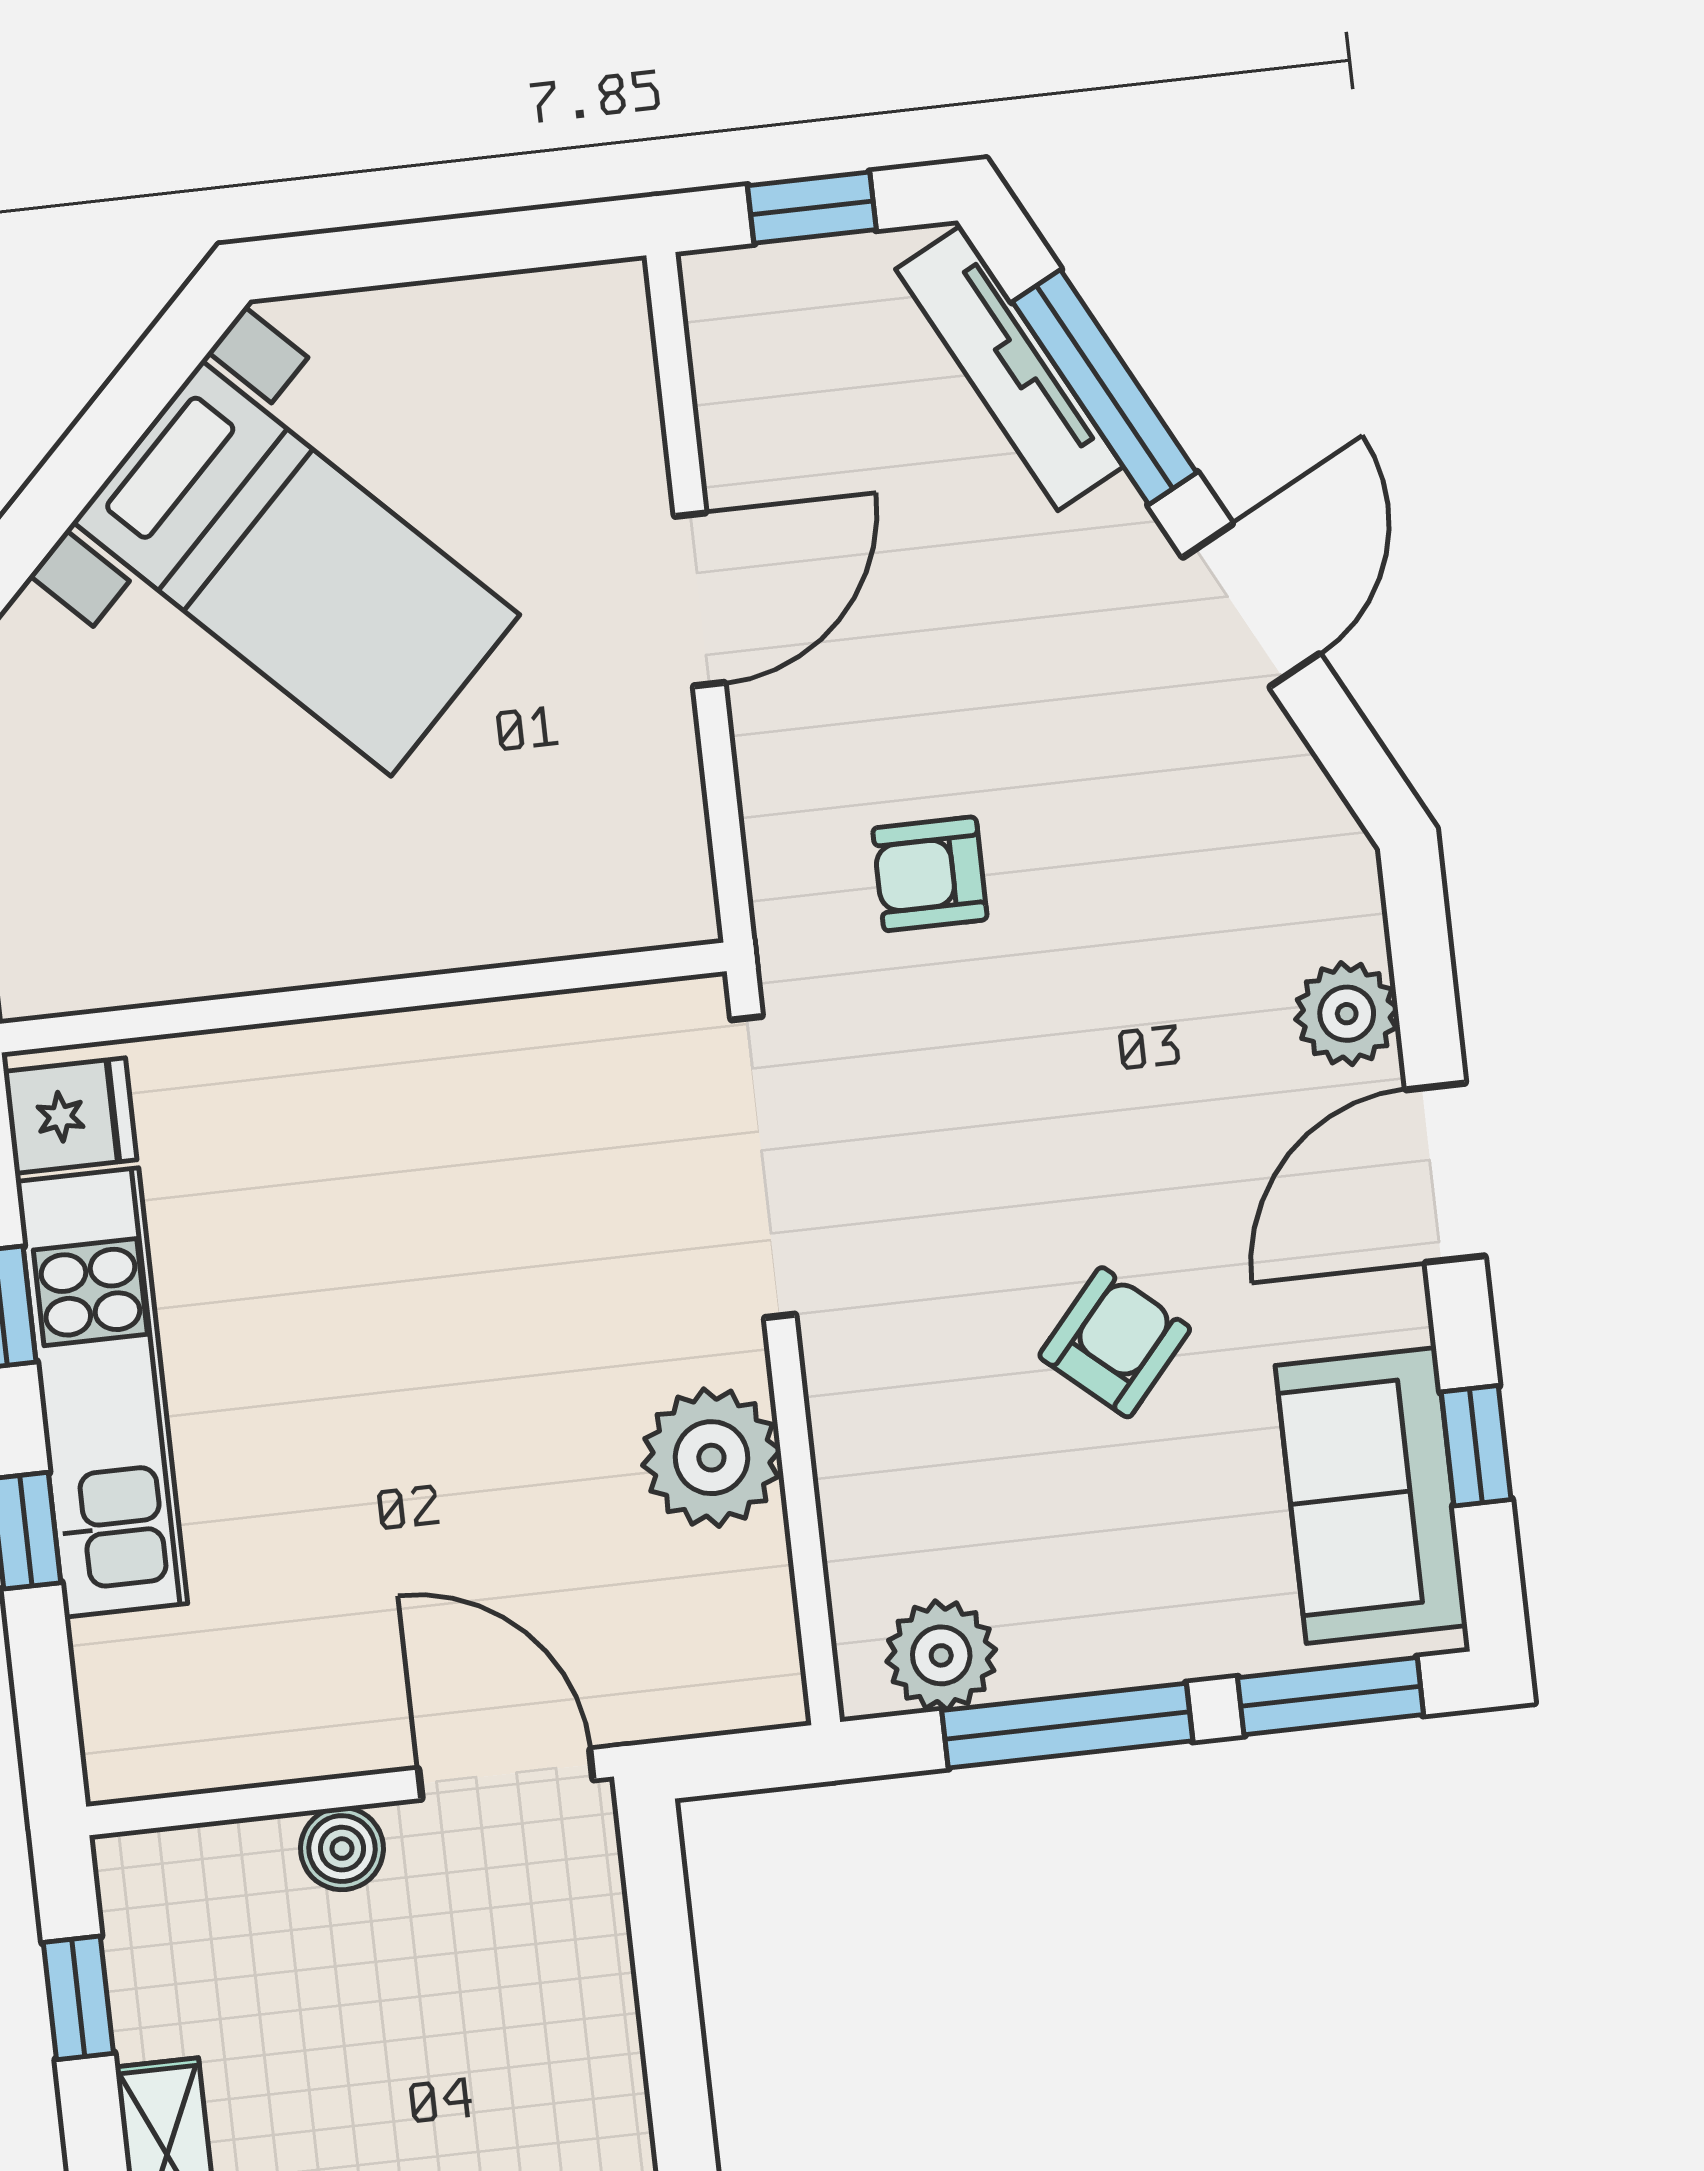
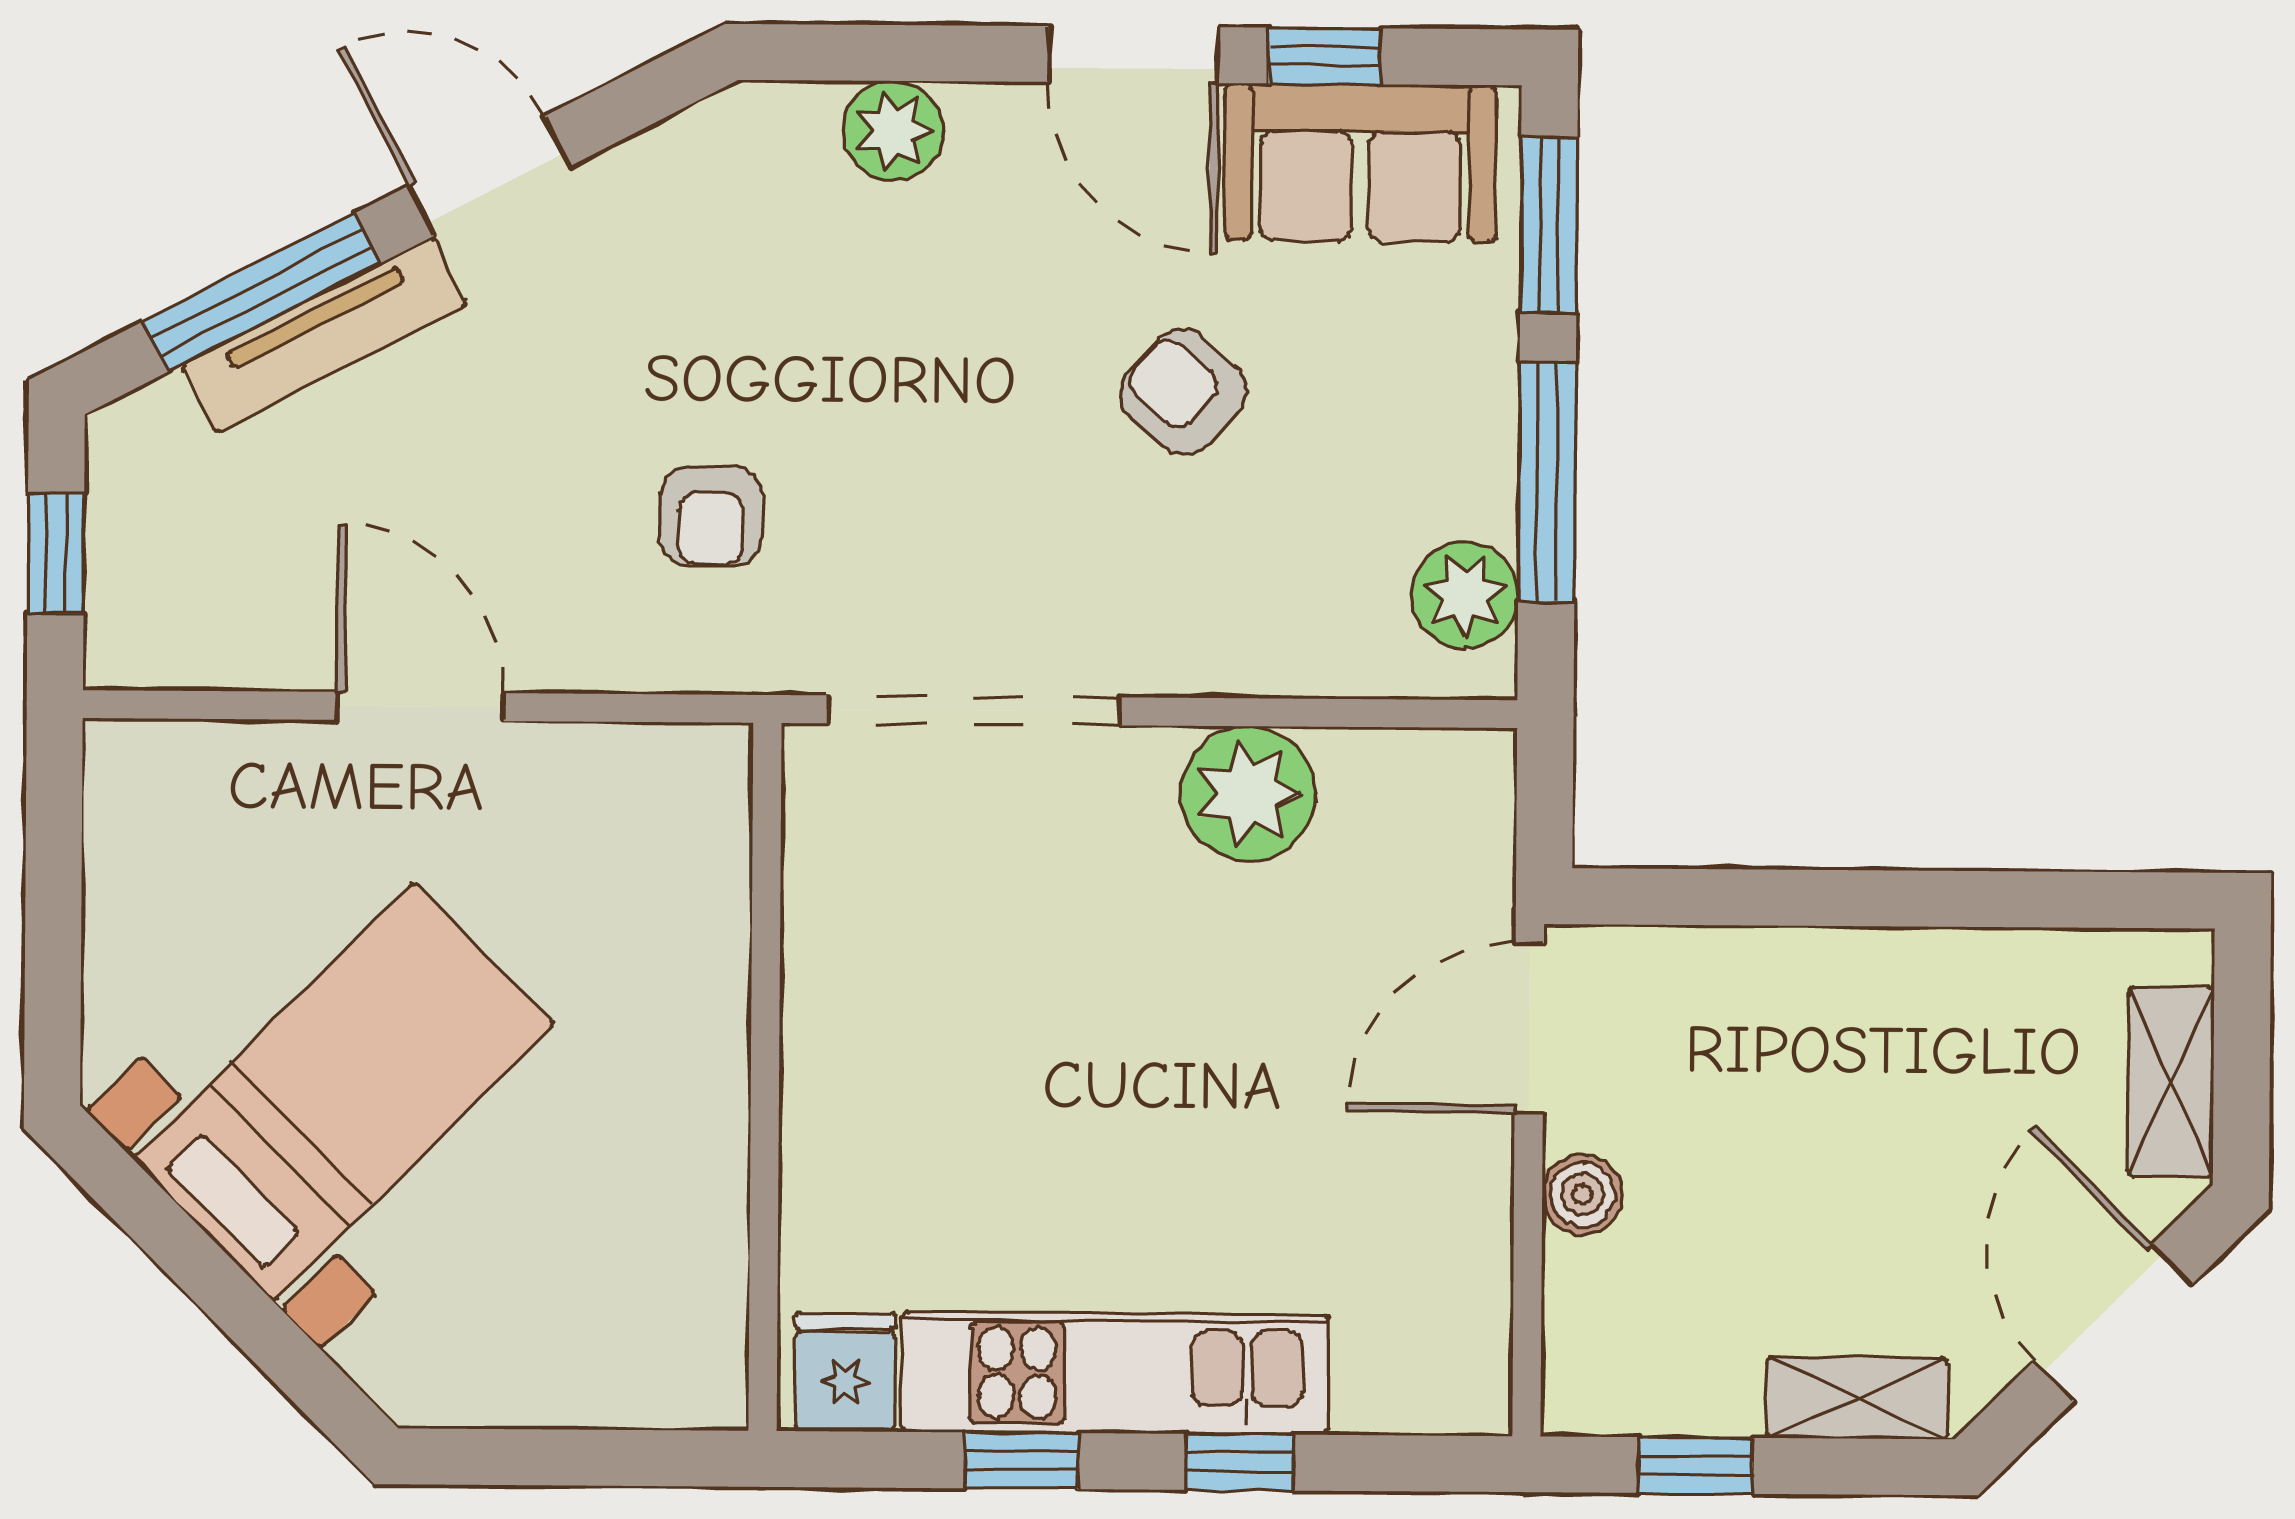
tv unit: (1009, 368) -> (324, 335), moved
door: (1445, 1173) -> (1133, 55), moved

